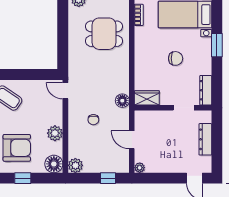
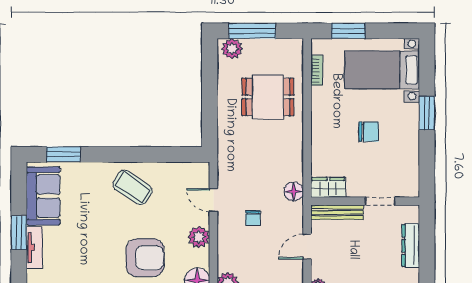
dresser: (206, 90) -> (411, 177), removed
door: (65, 91) -> (213, 200), moved
bench: (153, 116) -> (337, 212), added
door: (132, 140) -> (307, 246), hinge flipped

